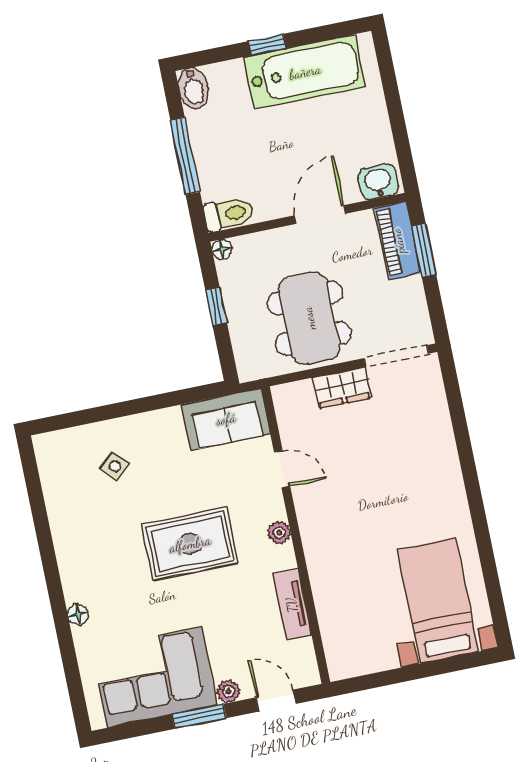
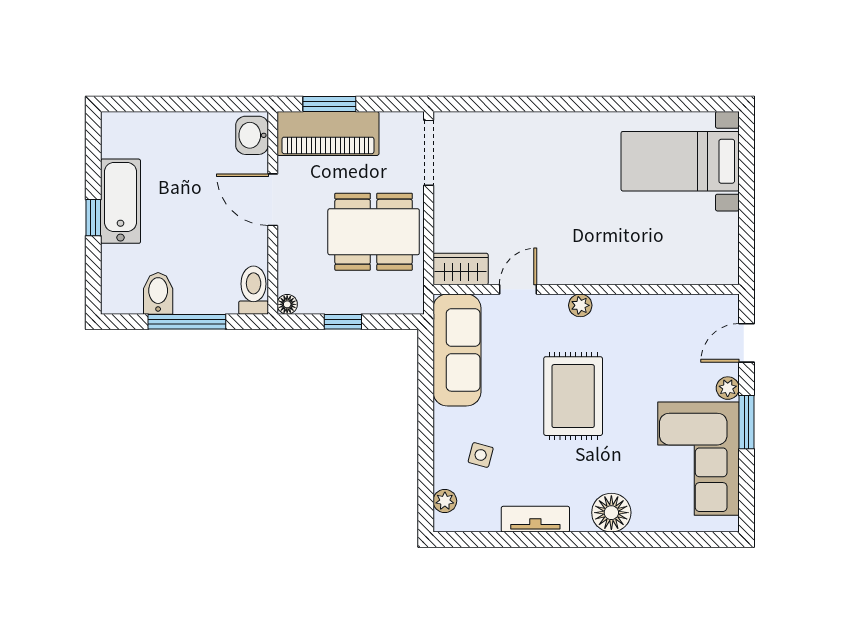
bathtub: (305, 72) -> (120, 201), width x0.73, depth x0.73
bidet: (193, 88) -> (158, 293), moved, turned -90
piano: (398, 241) -> (328, 133), width x1.37, depth x1.33
wardrobe: (342, 388) -> (461, 269), moved, turned -90
sofa: (226, 419) -> (457, 350), width x1.36
plant: (63, 441) -> (445, 501), added
side table: (115, 466) -> (481, 455), turned -33
tv unit: (292, 605) -> (535, 519), moved, turned 180
floor lamp: (78, 614) -> (611, 513), width x1.89, depth x1.89

